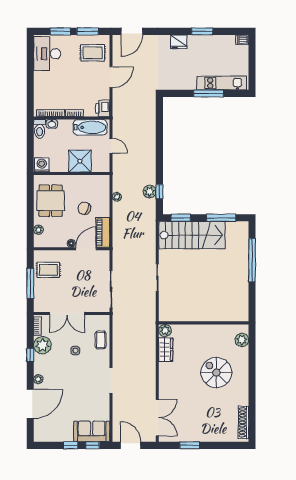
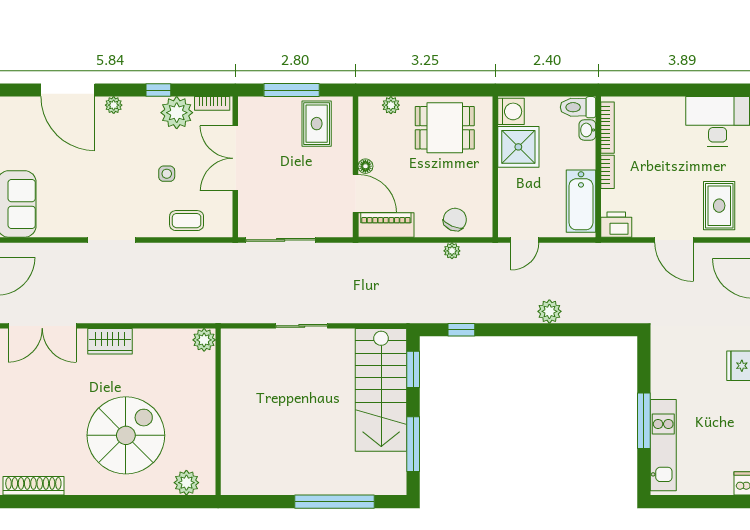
door: (111, 146) -> (525, 240), moved
shower: (80, 161) -> (518, 147), moved
plant: (150, 192) -> (549, 311), moved
chair: (84, 208) -> (455, 220), moved
wardrobe: (166, 350) -> (110, 341), moved
spiral stairs: (216, 373) -> (126, 435), width x1.37, depth x1.37

